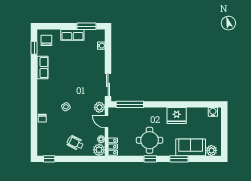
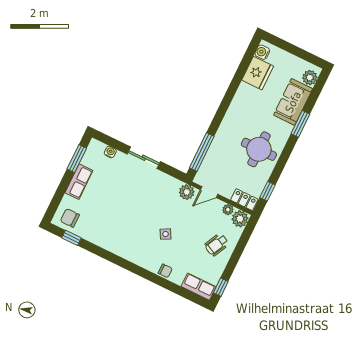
row of seats: (43, 68) -> (199, 287), moved
sliding door: (108, 85) -> (144, 158), moved
fridge: (177, 116) -> (258, 73), moved
window: (150, 159) -> (267, 191), moved

